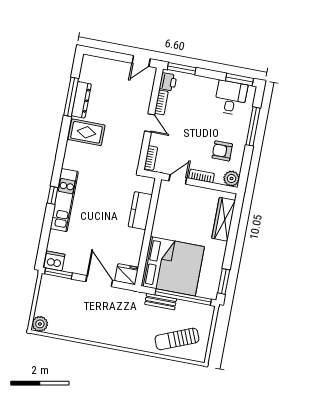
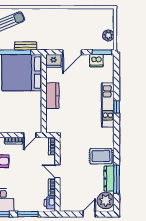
door: (141, 61) -> (89, 214), moved
window: (182, 69) -> (28, 214), moved
plant: (92, 71) -> (106, 200), added
kitchen counter: (140, 211) -> (52, 96), moved
dishwasher: (54, 261) -> (96, 61), moved
door: (99, 281) -> (72, 52), hinge flipped
plant: (40, 324) -> (108, 35), moved

